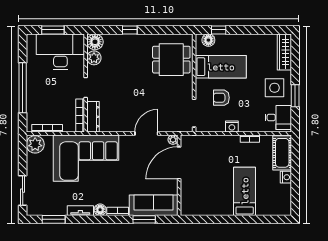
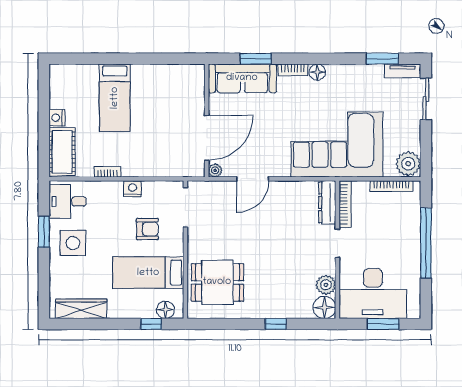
wardrobe: (284, 52) -> (81, 309), moved, turned -90
tv unit: (80, 211) -> (402, 71), moved

